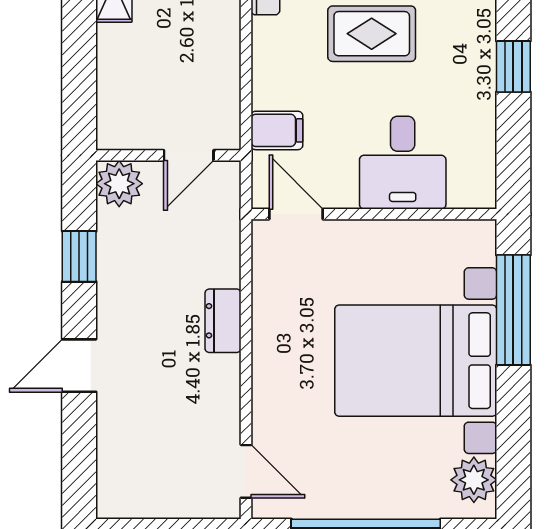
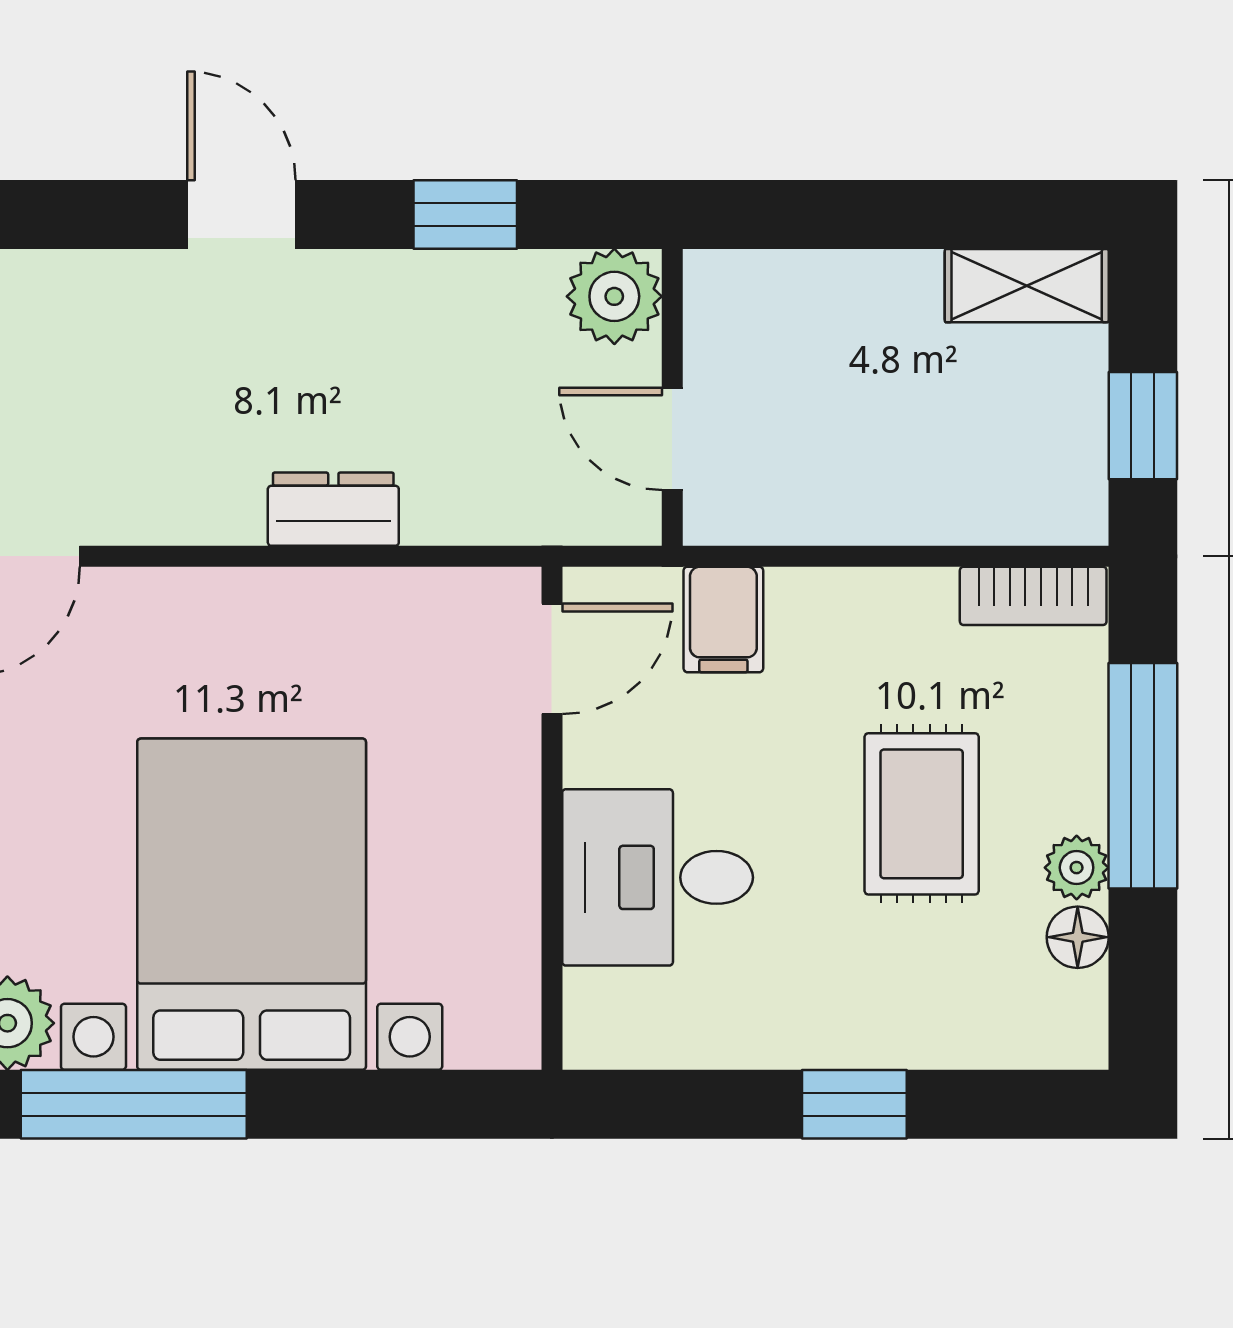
window: (513, 310) -> (134, 1104), moved

